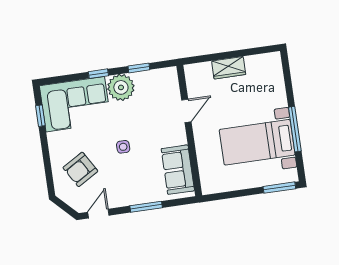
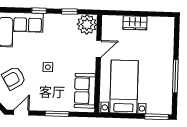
plant: (121, 87) -> (87, 24), moved
bed with nightstands: (257, 142) -> (124, 87), moved, turned 90

